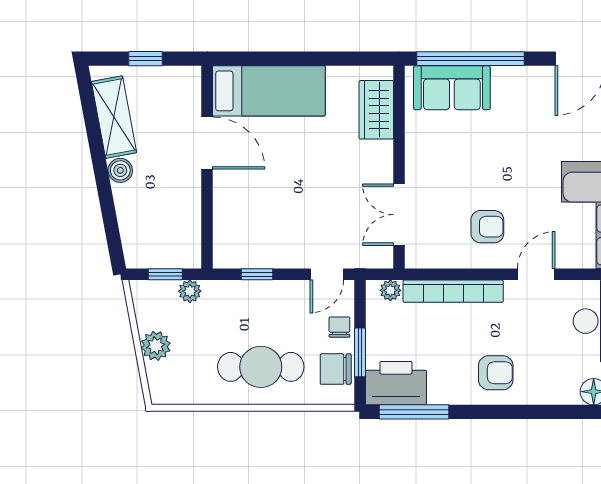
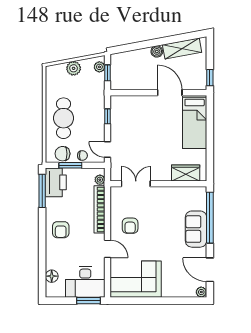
window: (146, 59) -> (210, 78), moved
sofa: (452, 88) -> (196, 229), moved
door: (207, 143) -> (170, 93), swing flipped
plant: (190, 291) -> (99, 67), moved
chair: (336, 369) -> (62, 154), turned -90

